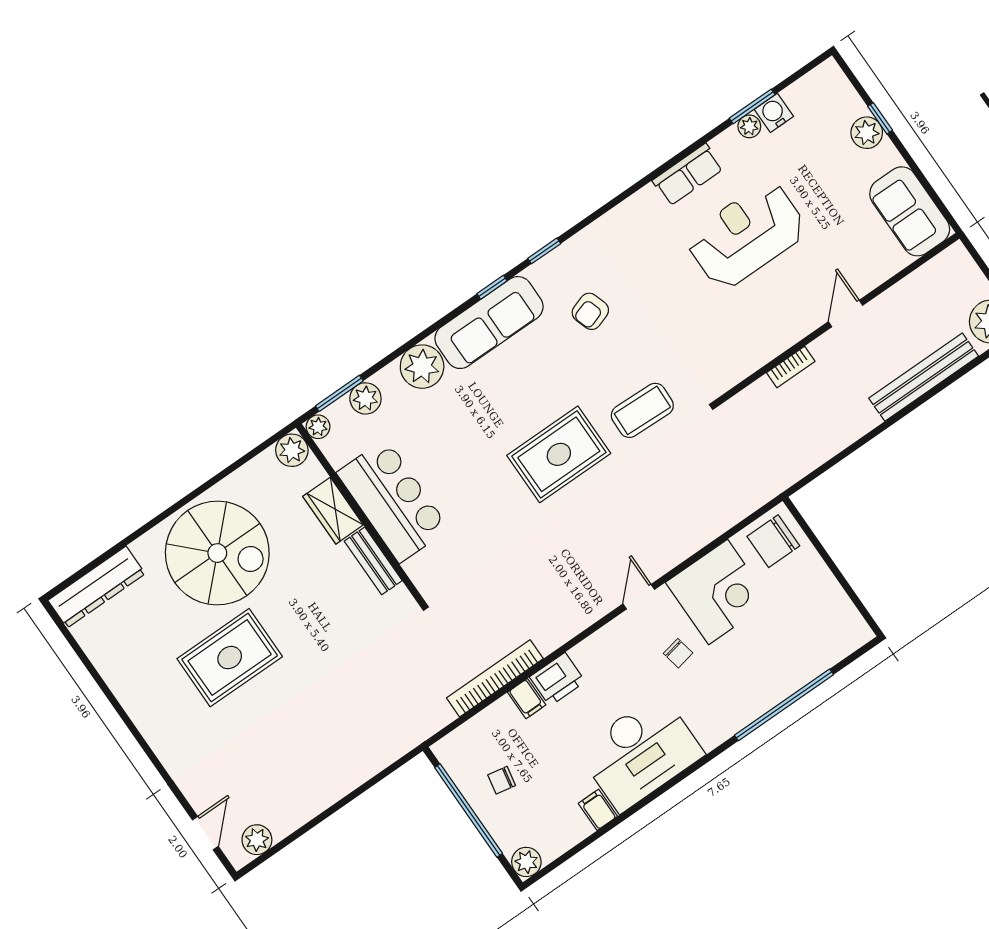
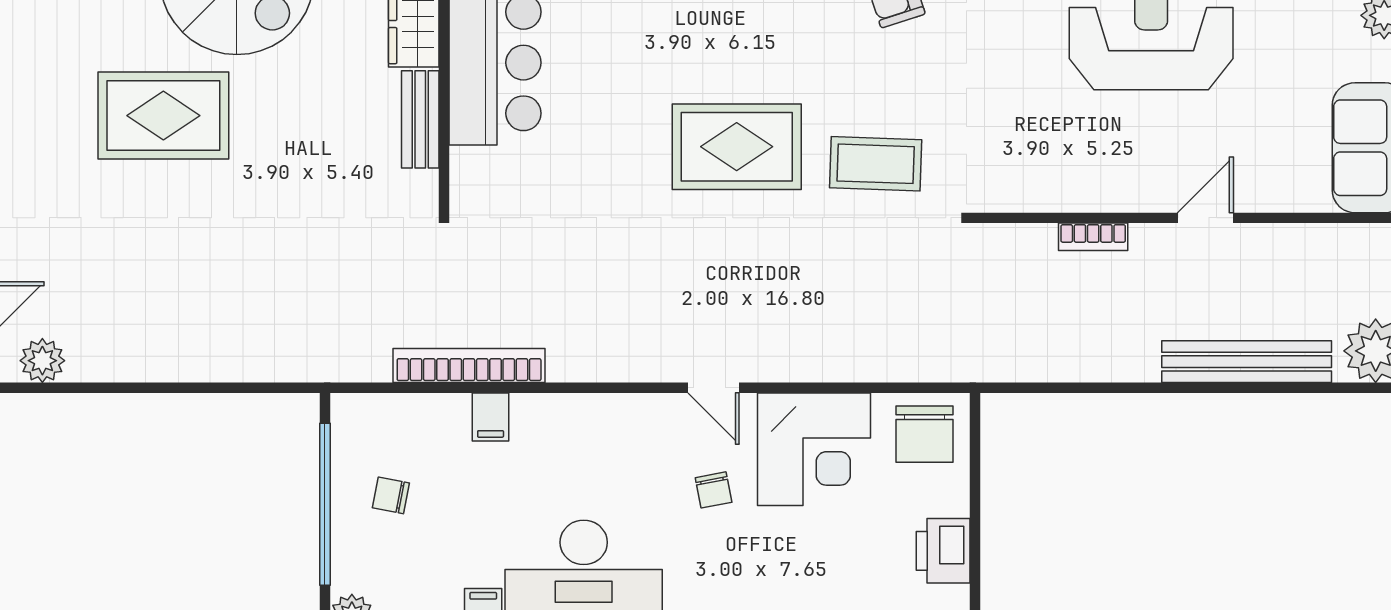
chair: (773, 541) -> (925, 434), turned -90
door: (639, 597) -> (713, 388), swing flipped
printer: (557, 679) -> (943, 551), moved, turned 90

